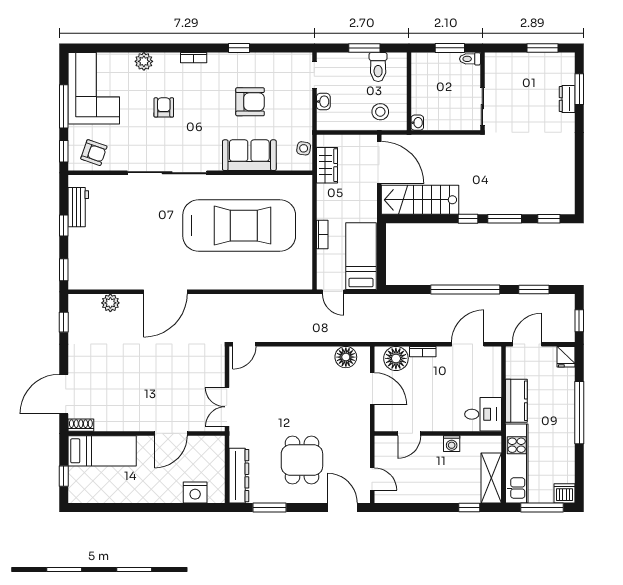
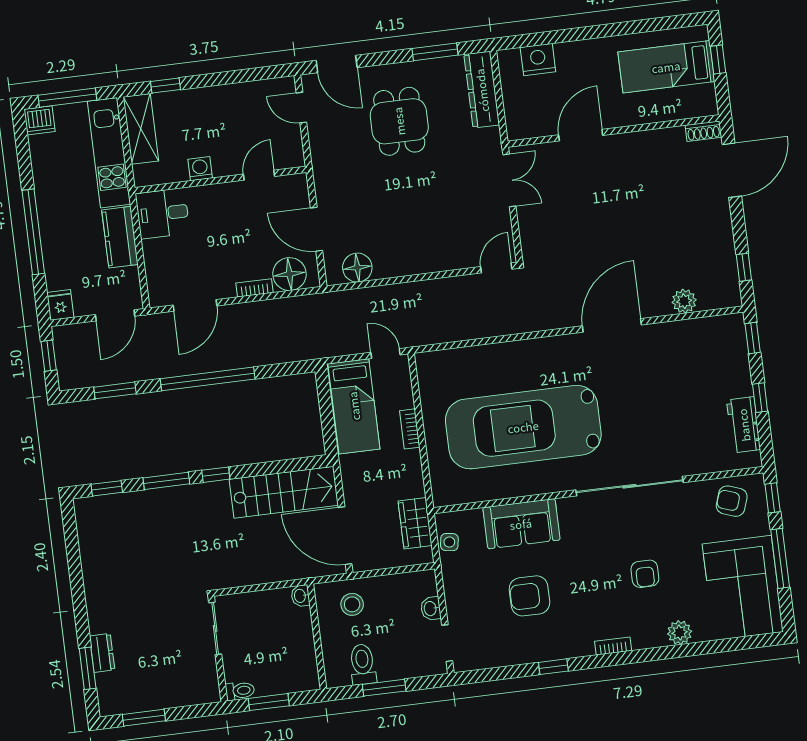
bed: (102, 451) -> (666, 67), moved

